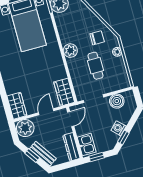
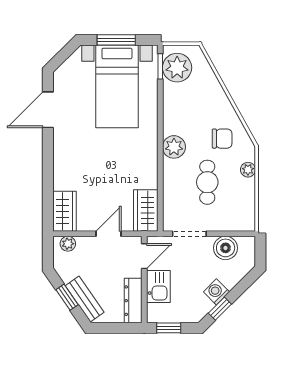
plant: (25, 128) -> (68, 244), width x0.53, depth x0.53
kitchen sink: (87, 145) -> (158, 287), moved

